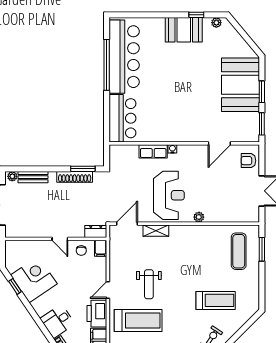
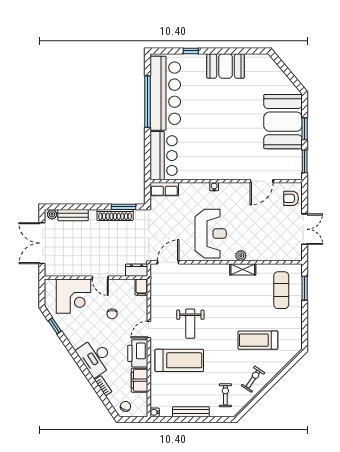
window: (196, 15) -> (191, 51), moved
plant: (216, 23) -> (259, 59), removed
row of seats: (153, 151) -> (164, 189), moved
shelving: (156, 231) -> (243, 269), moved
chair: (81, 251) -> (112, 314), moved
corner desk: (34, 279) -> (74, 296), moved, turned 124
treadmill: (216, 300) -> (258, 340), turned 180
desk: (58, 321) -> (95, 357), width x1.37

